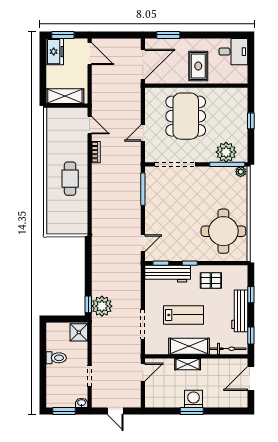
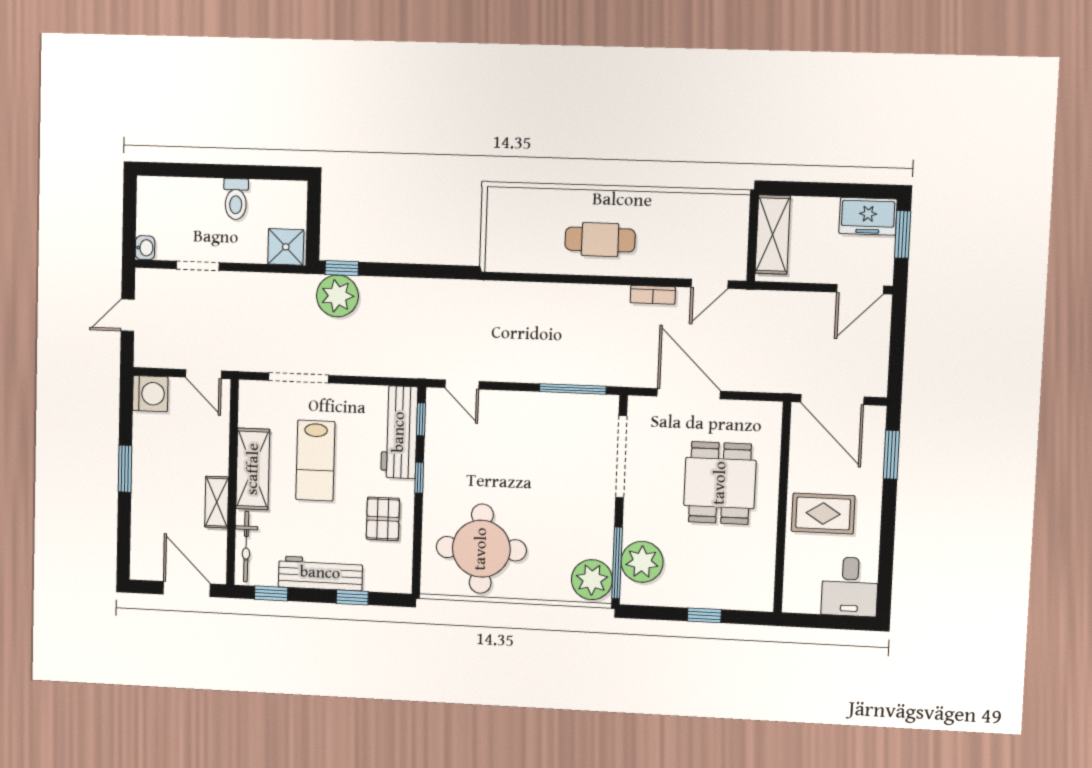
dining table: (186, 116) -> (720, 483), width x0.73
door: (143, 133) -> (689, 394), width x1.88
plant: (241, 172) -> (592, 580), width x1.87, depth x1.87
shelving: (188, 364) -> (217, 502), moved
washing machine: (193, 399) -> (150, 394), moved
window: (64, 411) -> (130, 211), removed

